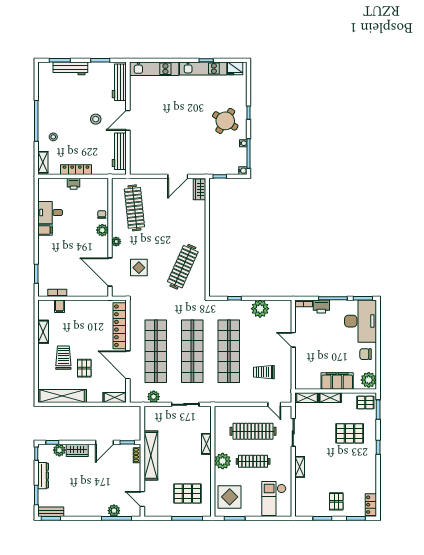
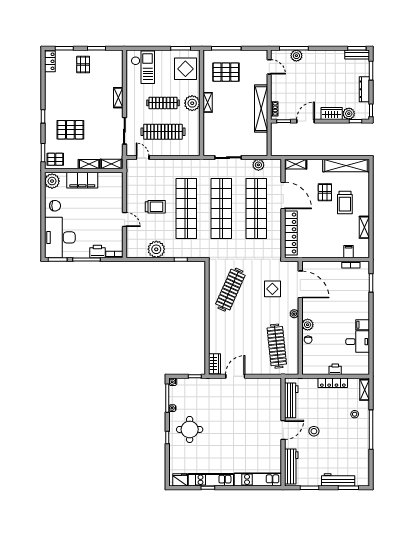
round table: (225, 121) -> (190, 429), turned -32
trolley: (264, 372) -> (155, 207), moved
shelving: (206, 444) -> (208, 102), moved

